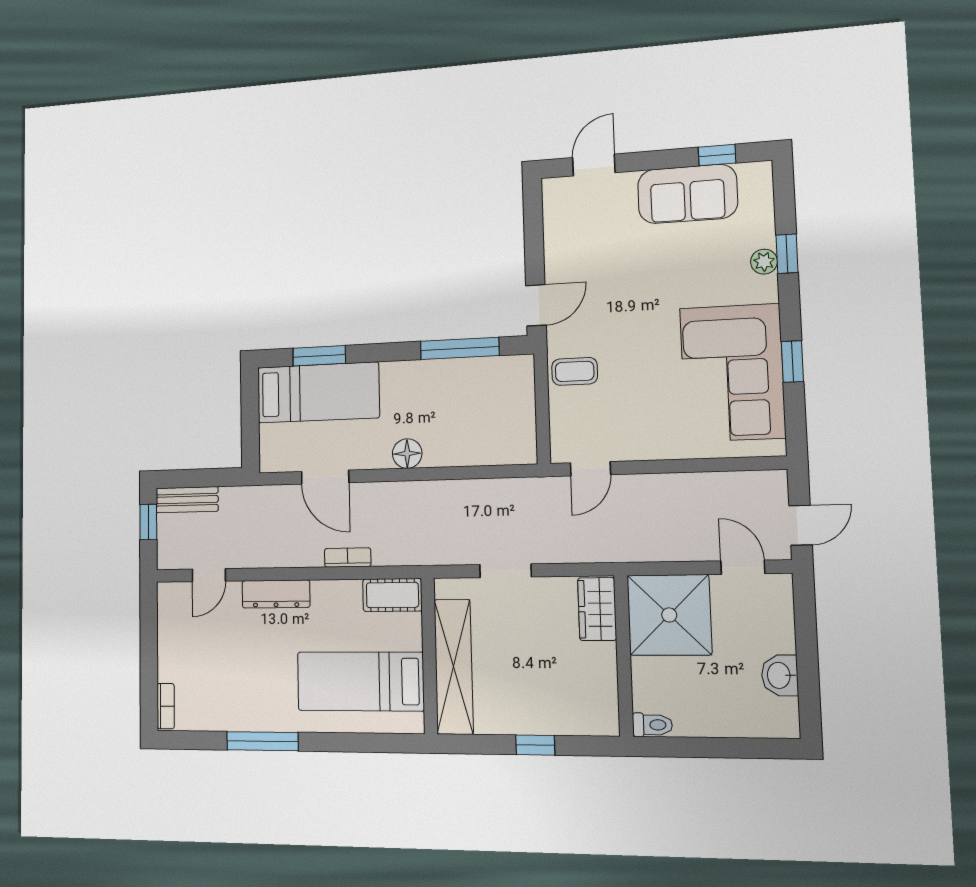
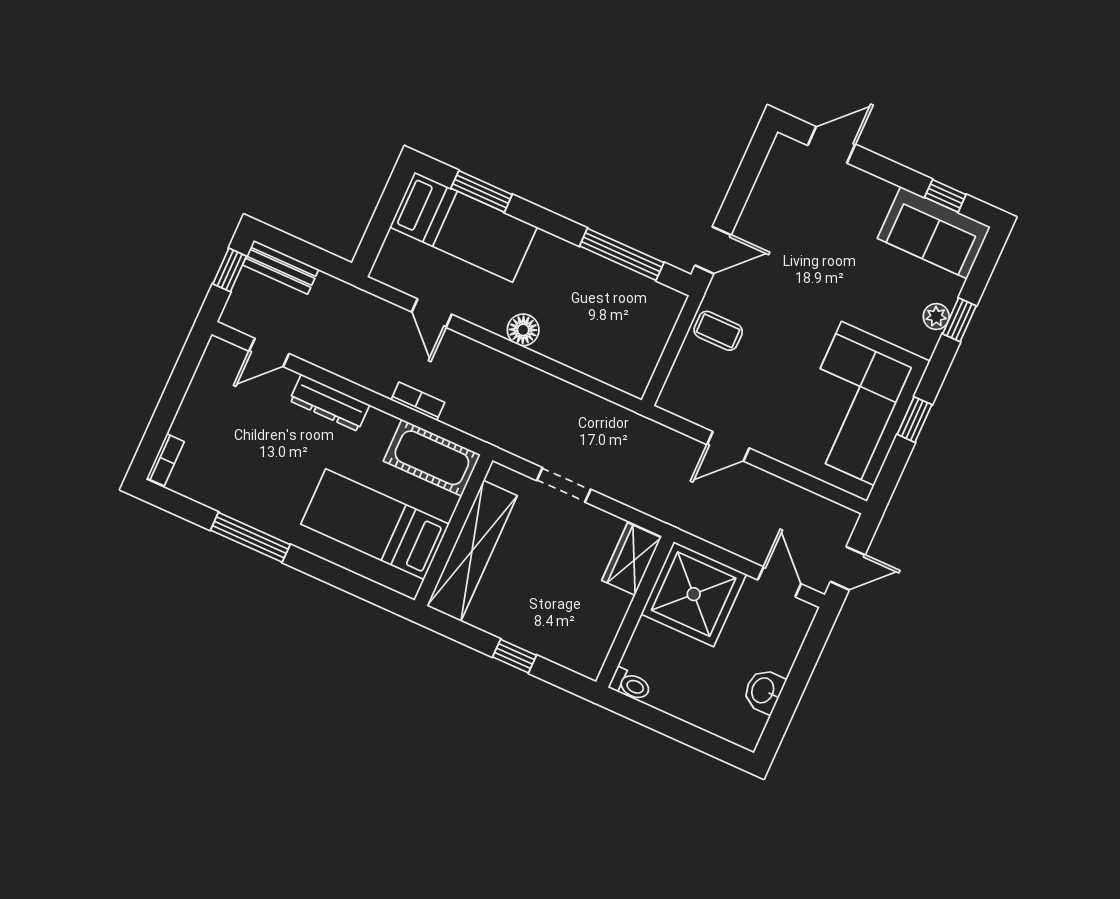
sofa: (687, 194) -> (934, 233), moved
door: (590, 469) -> (728, 446), moved
door: (325, 477) -> (432, 313), width x0.73
cot: (392, 595) -> (432, 458), width x1.37, depth x1.34

